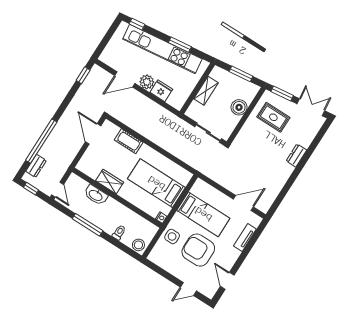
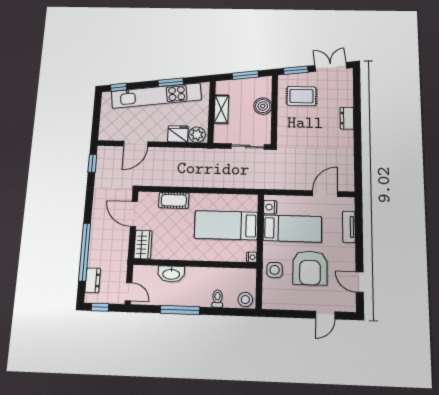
plant: (147, 82) -> (197, 135), moved
wardrobe: (110, 182) -> (143, 245), moved, turned 90
nightstand: (197, 189) -> (270, 207), added
armchair: (198, 250) -> (310, 268), turned -90

